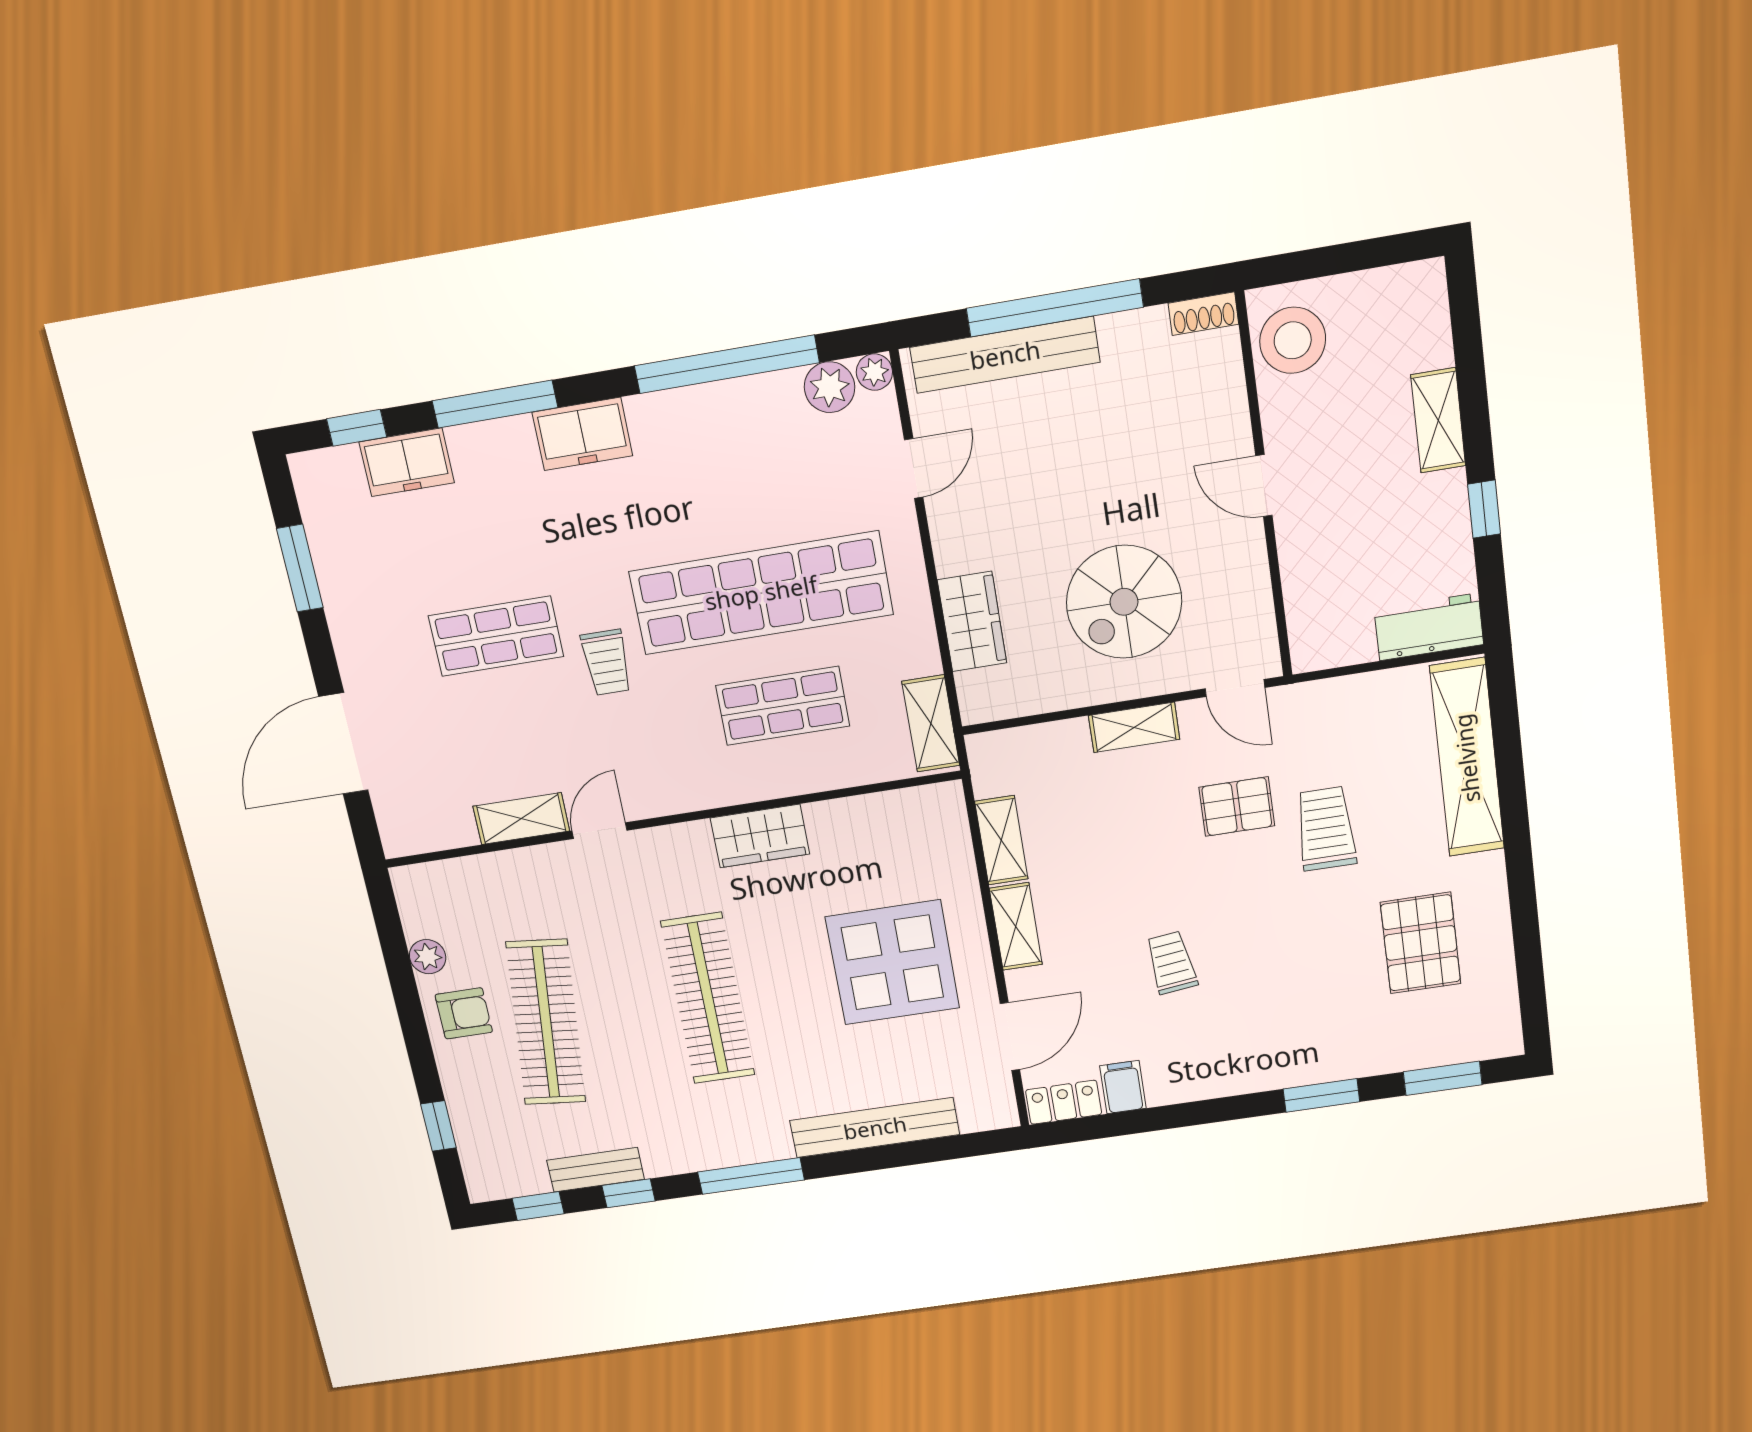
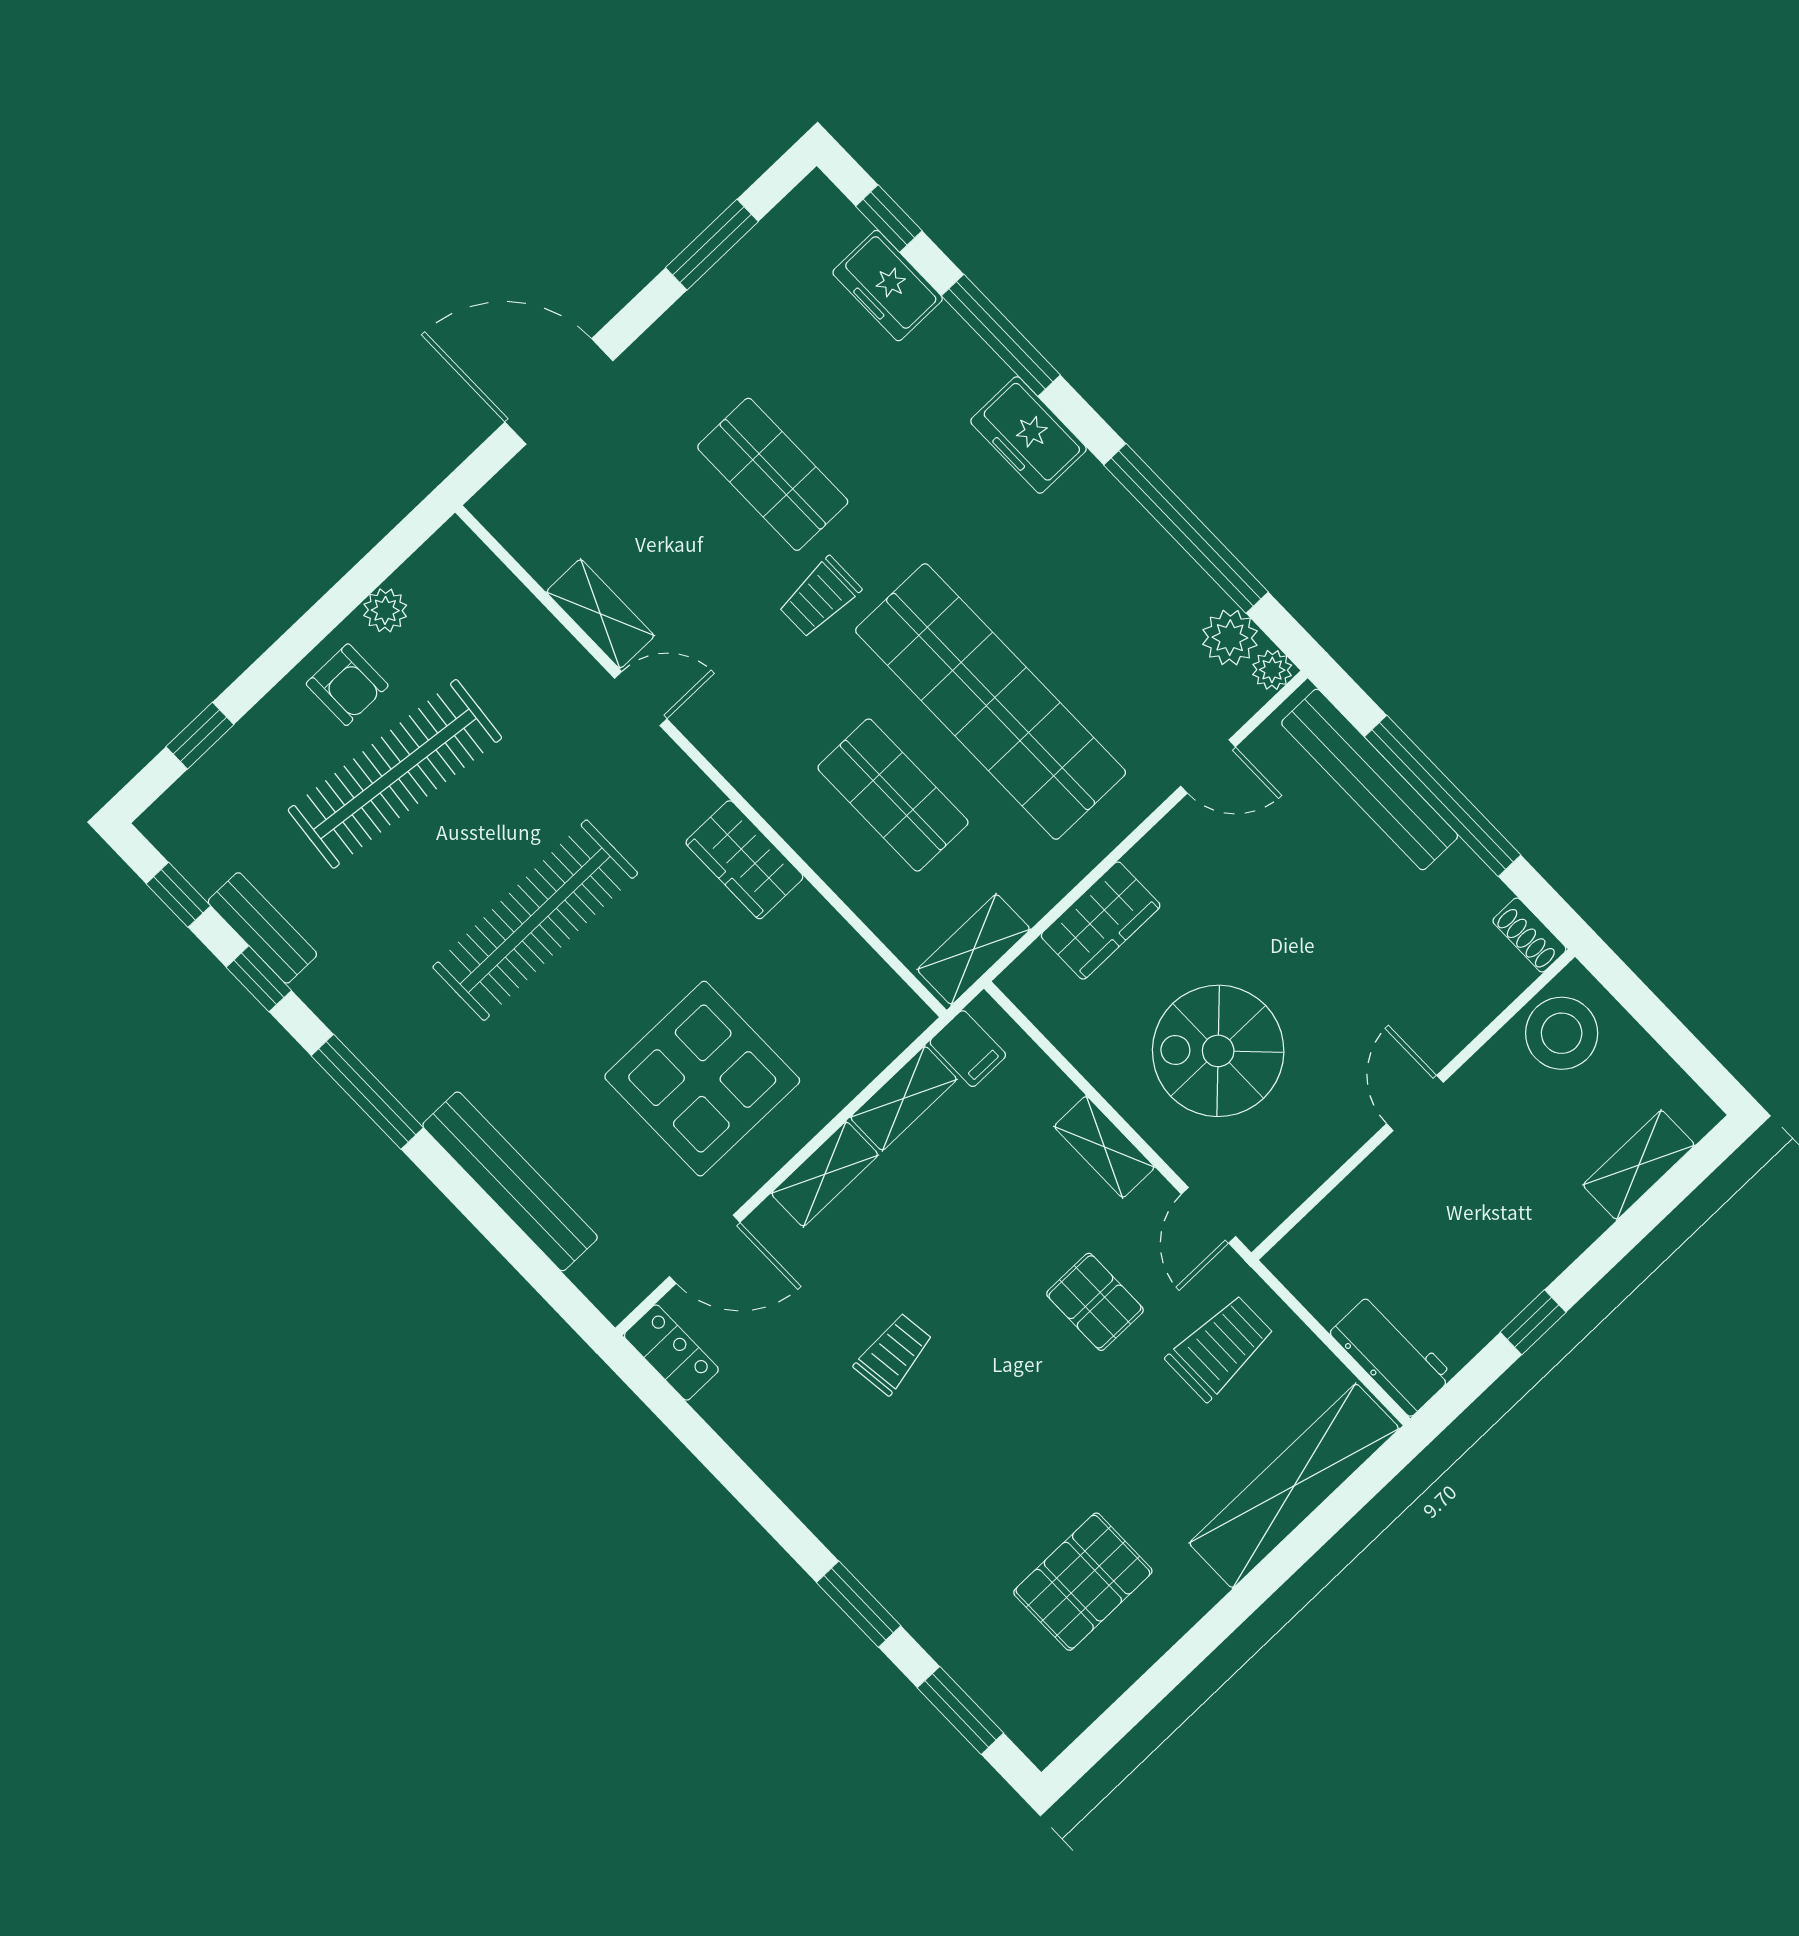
shelving: (1438, 420) -> (1639, 1165), moved
trolley: (1326, 829) -> (1220, 1348), moved
filing cabinet: (1123, 1087) -> (968, 1049), moved, turned 90

